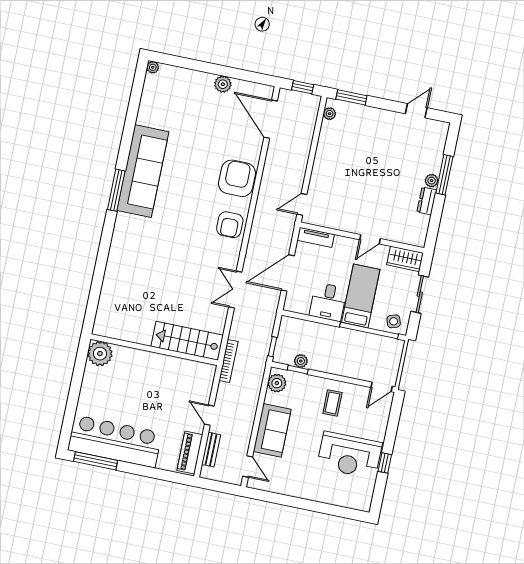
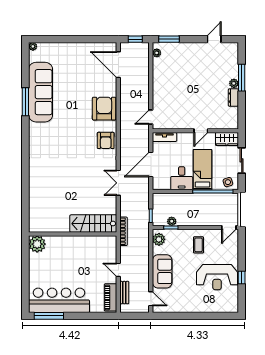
plant: (223, 84) -> (82, 48), removed
sofa: (143, 171) -> (41, 92), moved
window: (116, 190) -> (25, 102), moved

